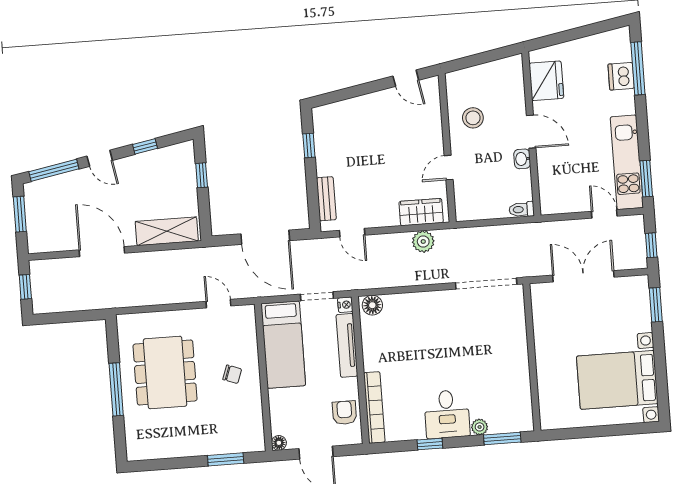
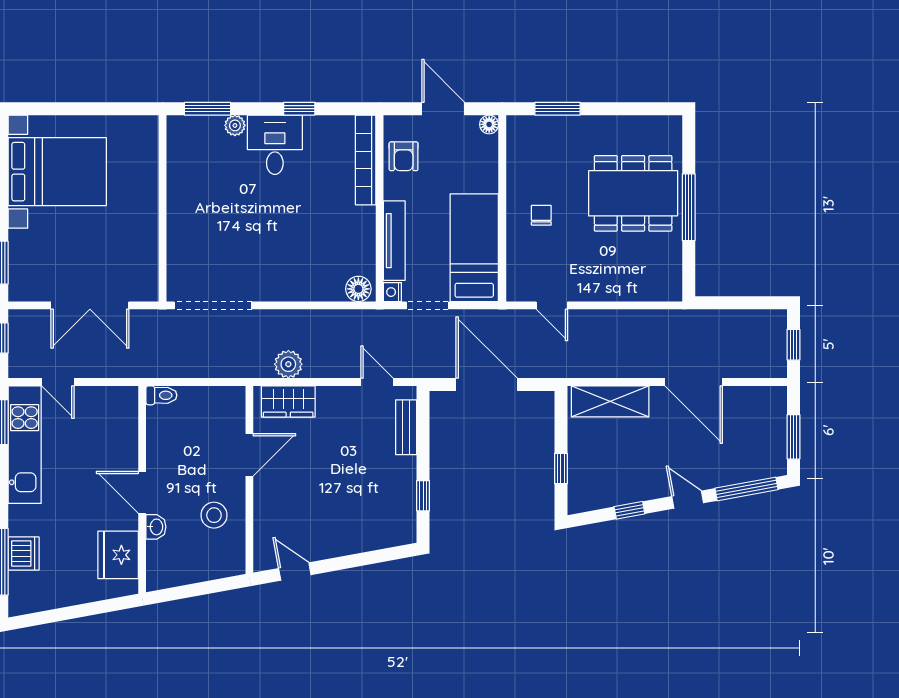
washbasin: (522, 159) -> (156, 527), moved
door: (449, 168) -> (249, 455), width x1.38
dining table: (165, 372) -> (633, 193), moved, turned 90
chair: (232, 374) -> (541, 215), turned 70

